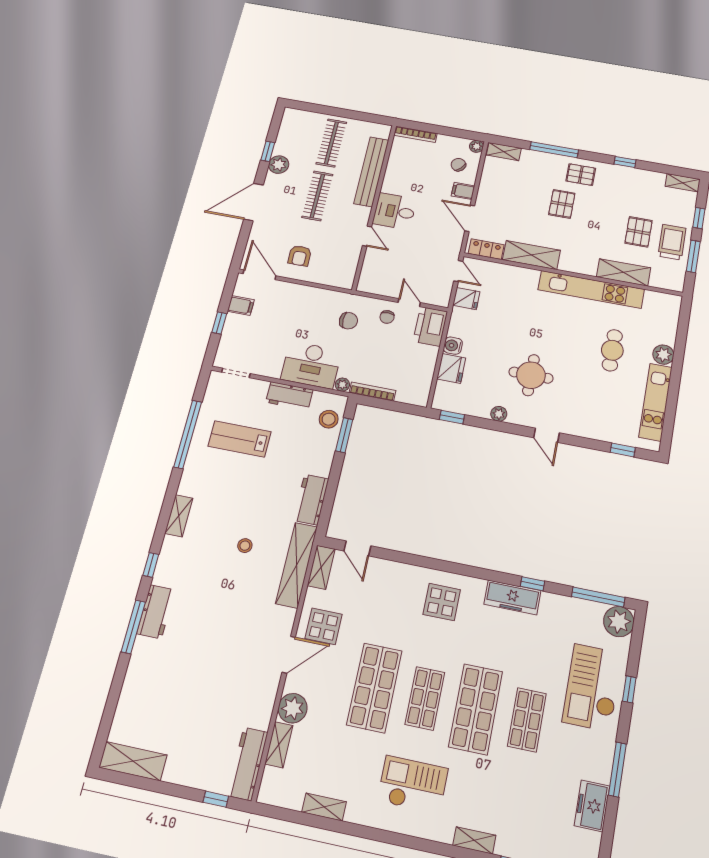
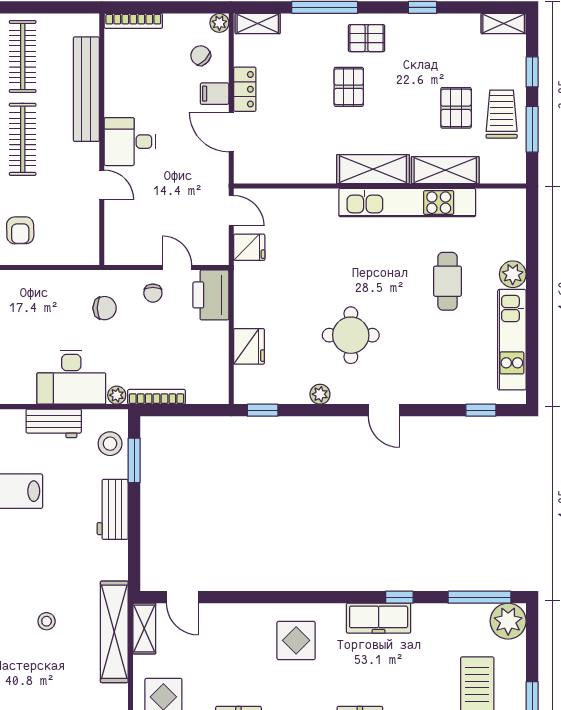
locker: (486, 249) -> (245, 89), moved, turned 90
shelving: (531, 255) -> (373, 169), moved
water cooler: (453, 346) -> (245, 315), removed
workbench: (311, 500) -> (113, 509), moved

